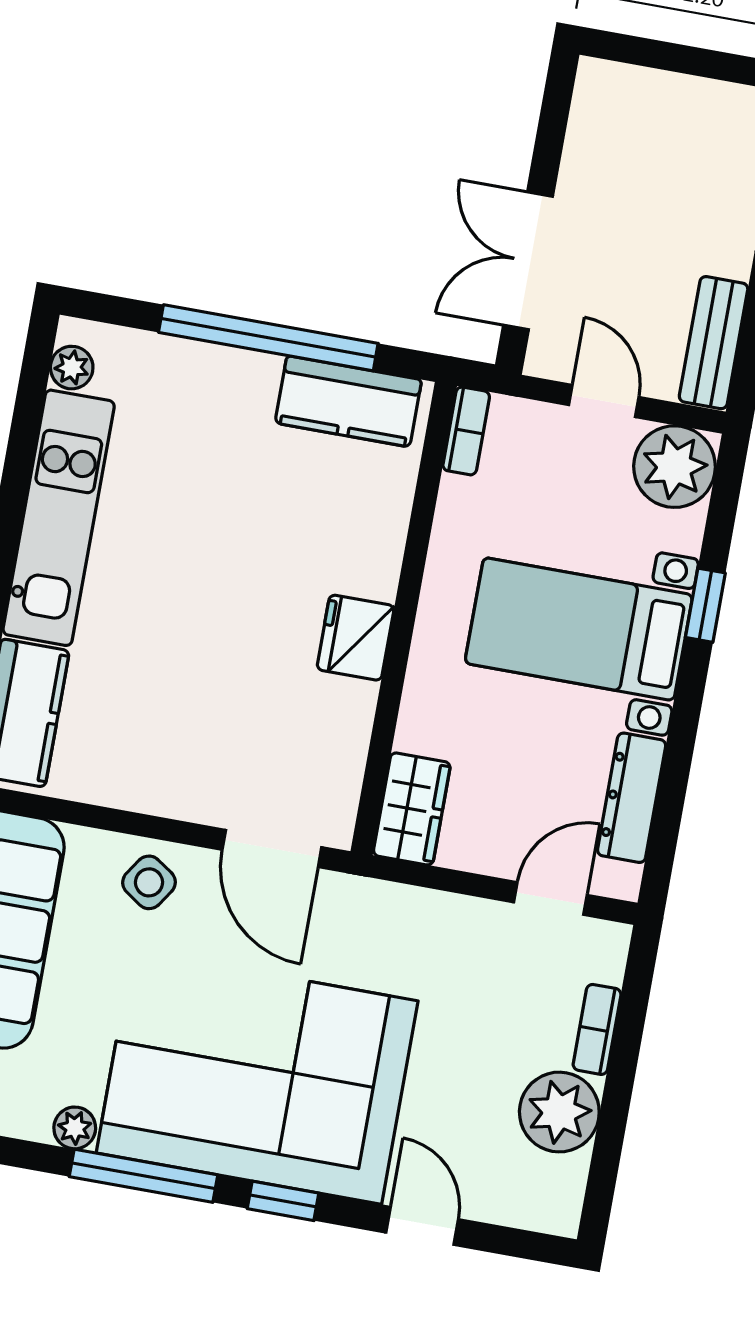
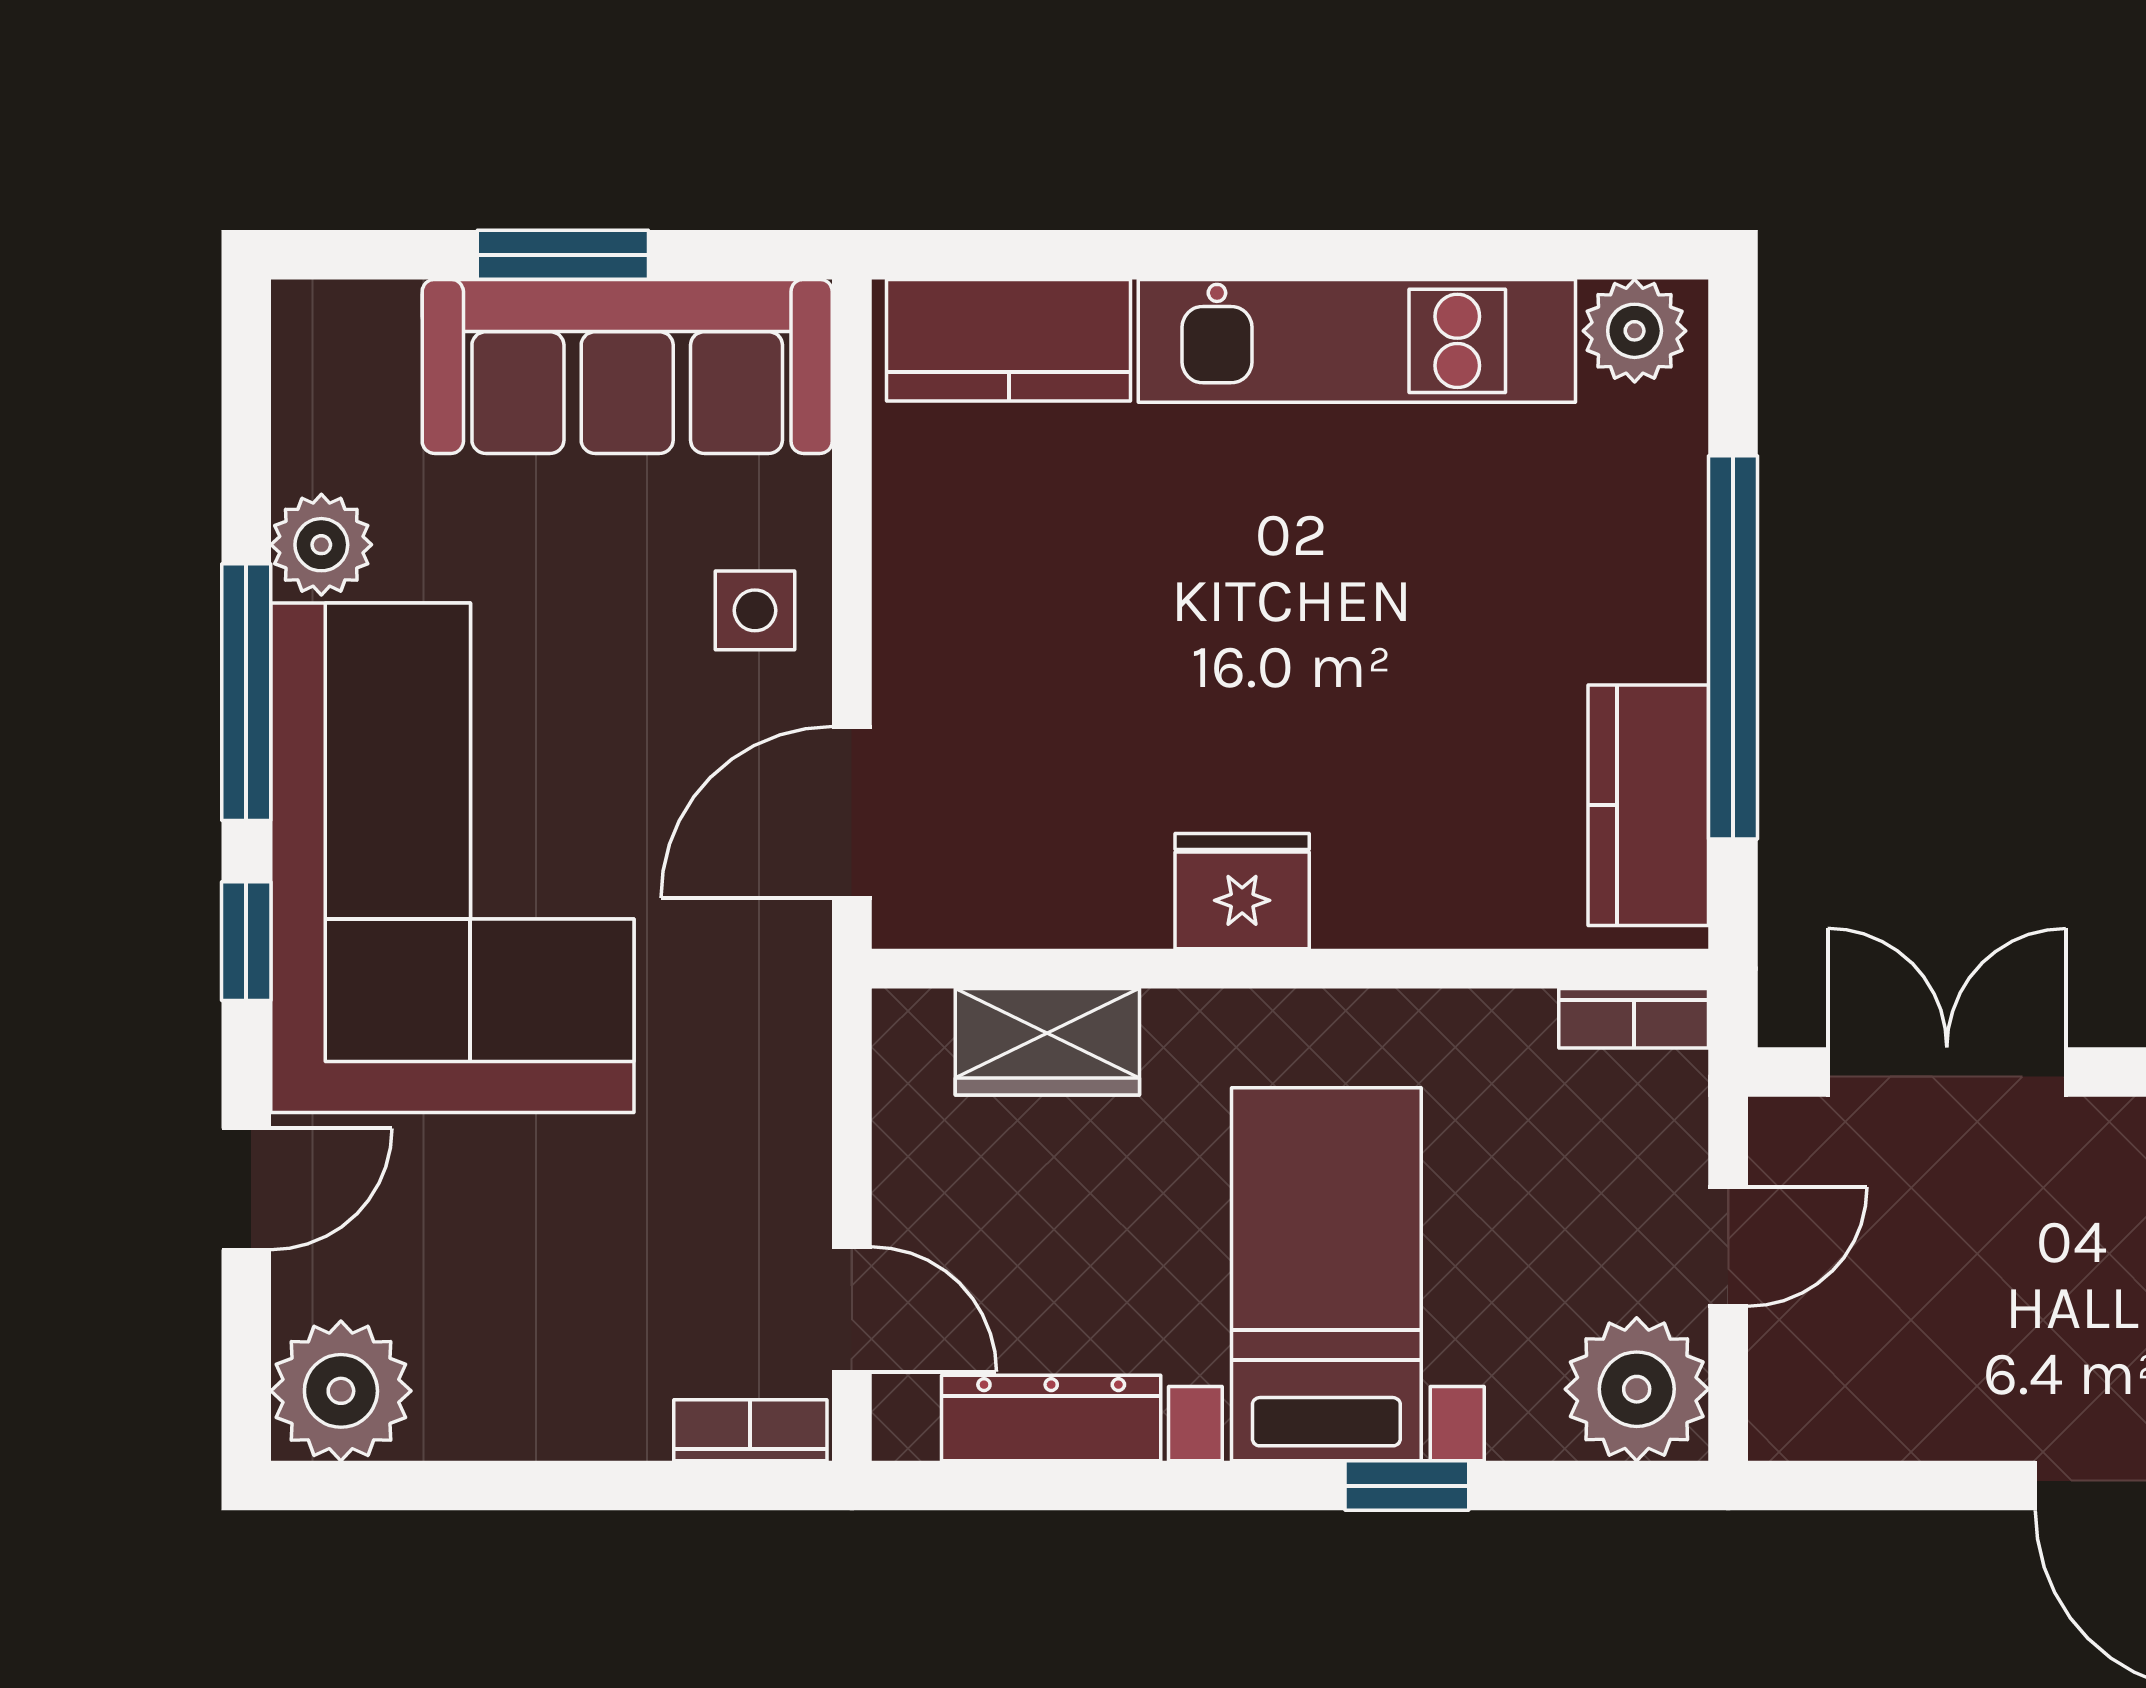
bench: (714, 343) -> (1863, 1418), removed
plant: (72, 368) -> (1635, 331), width x1.38, depth x1.38
wardrobe: (412, 809) -> (1047, 1042), moved
side table: (149, 882) -> (755, 610), turned -34
bookcase: (597, 1029) -> (750, 1430), moved
plant: (559, 1112) -> (341, 1391), moved
plant: (75, 1128) -> (321, 545), width x1.38, depth x1.38

